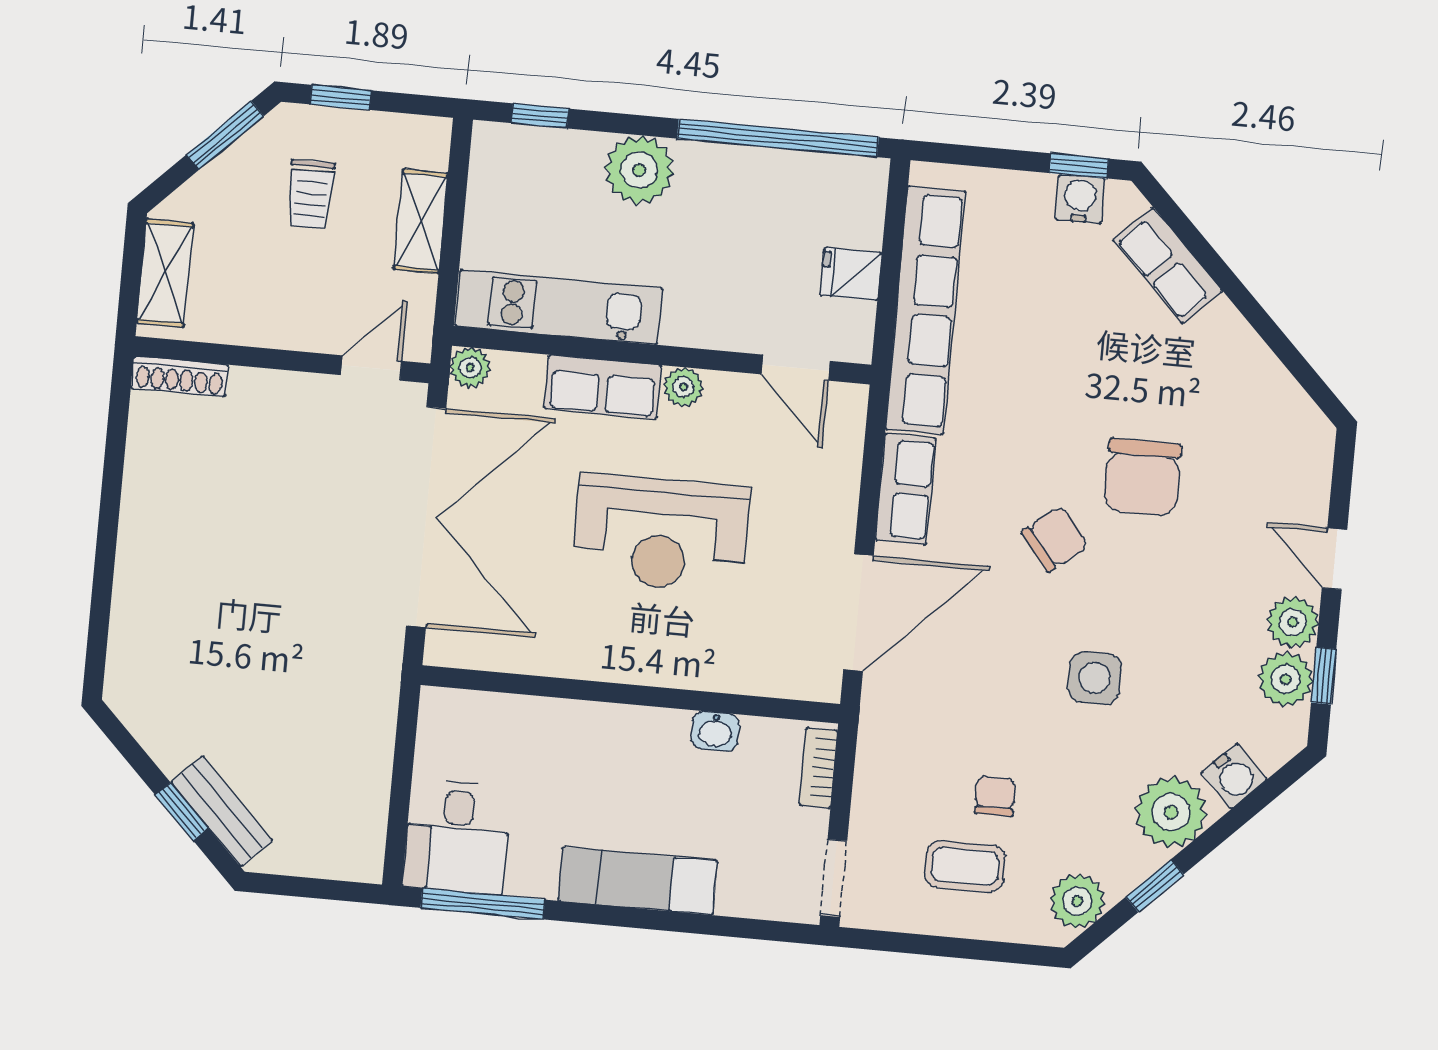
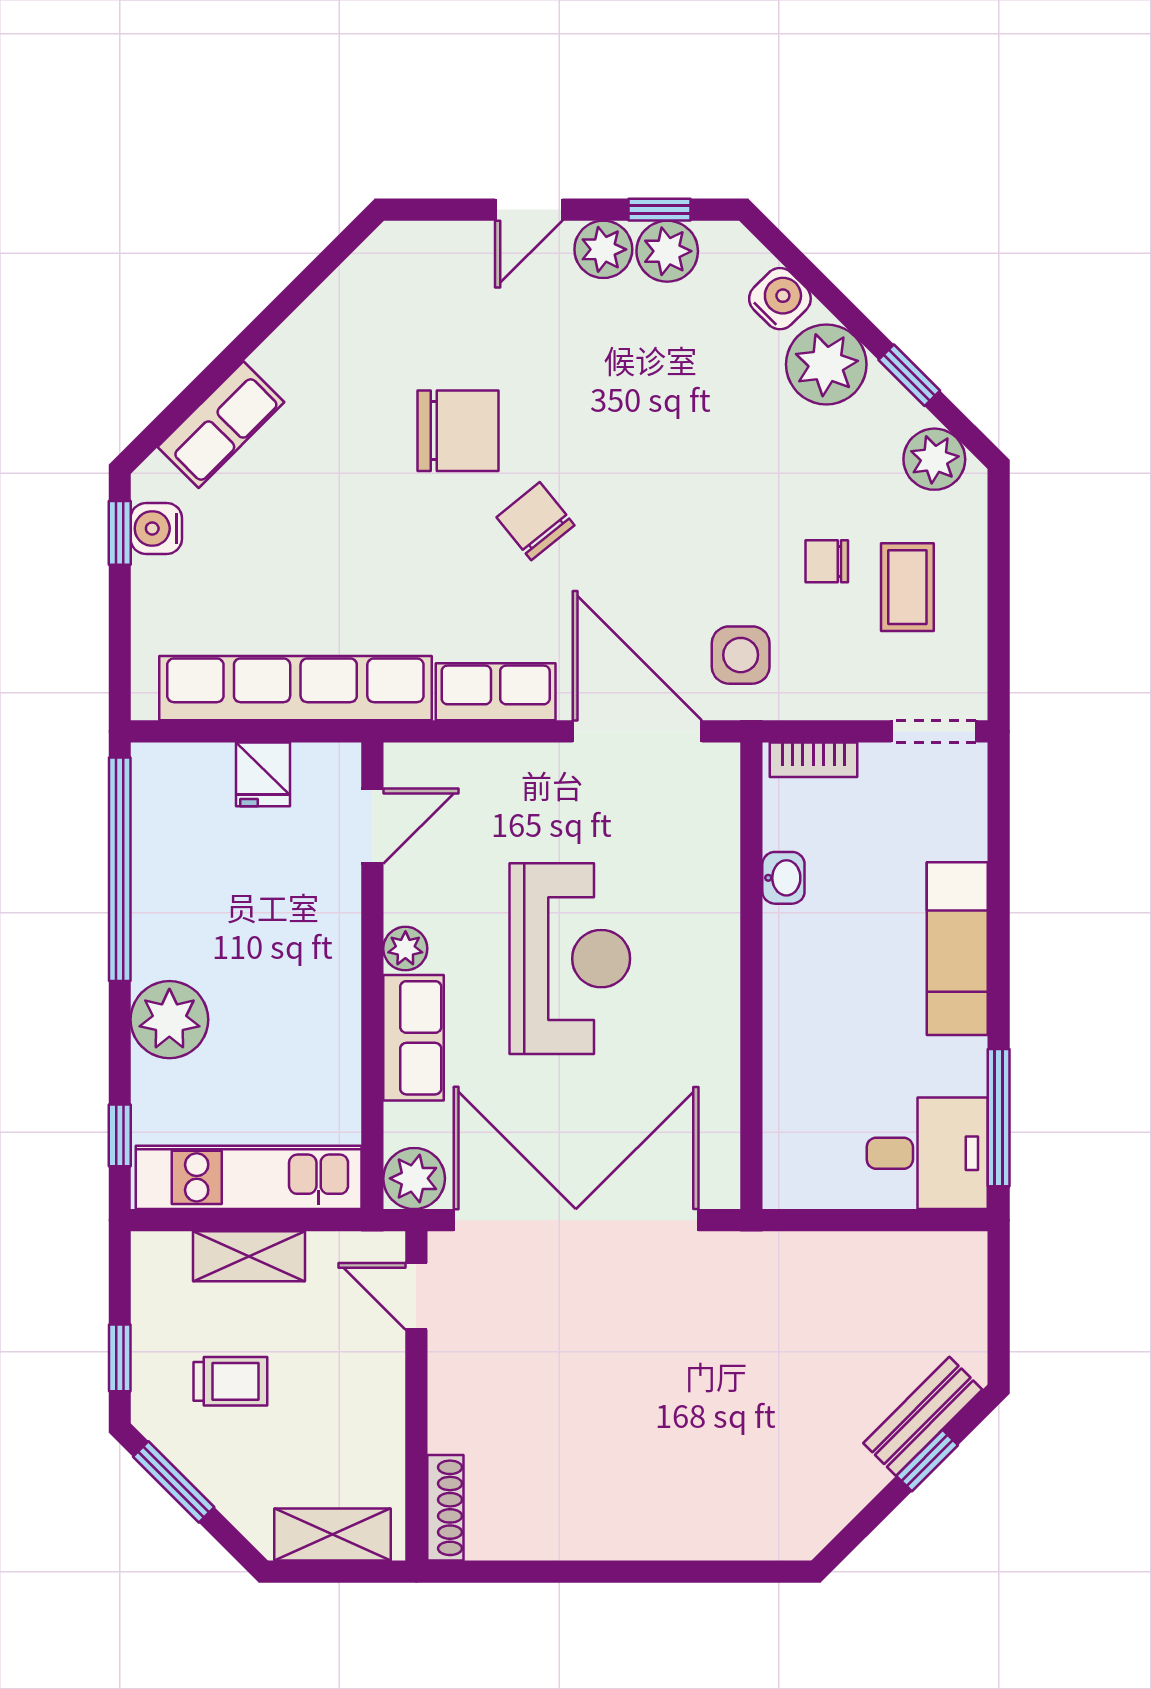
kitchen unit: (559, 307) -> (249, 1177), moved, turned 90
plant: (470, 368) -> (414, 1178), width x1.38, depth x1.38
side table: (1095, 678) -> (741, 655), moved

